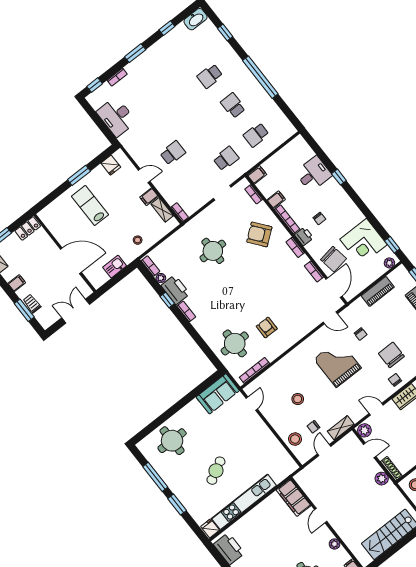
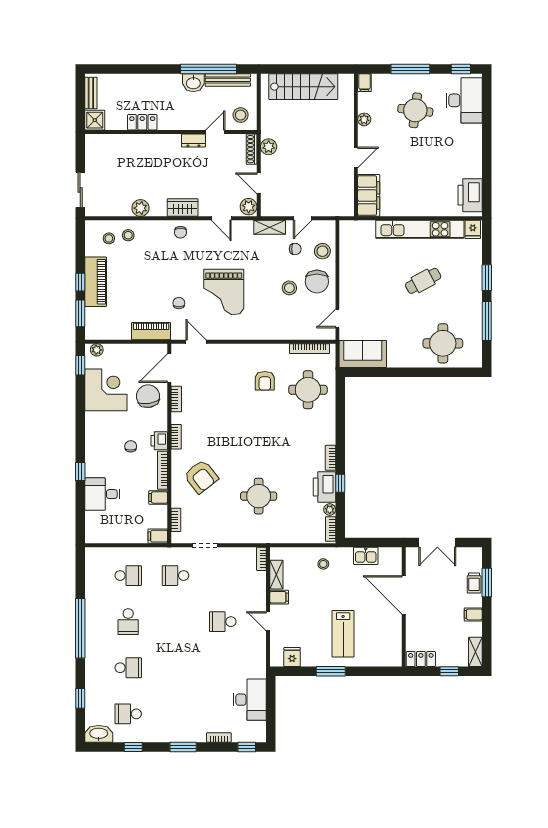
school desk: (187, 47) -> (128, 714), added
piano: (378, 291) -> (151, 331), moved
chair: (391, 355) -> (317, 282), moved

